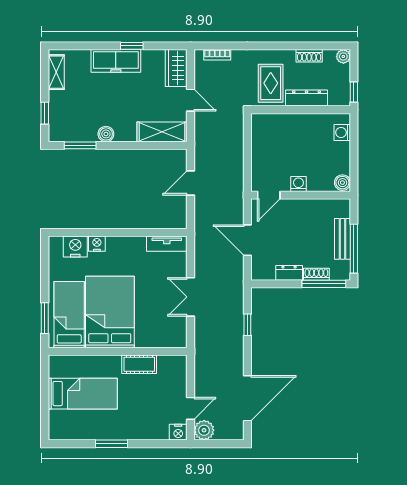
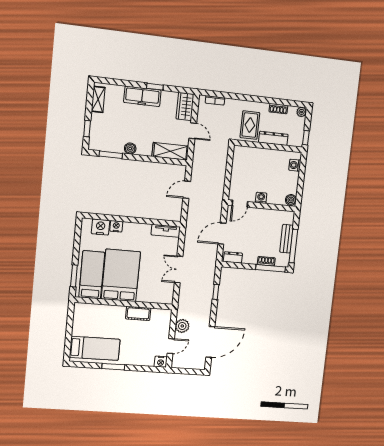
door: (247, 240) -> (222, 234), hinge flipped
dresser: (289, 273) -> (233, 257), moved
bed: (83, 394) -> (95, 348), moved
plant: (204, 430) -> (182, 326), moved

